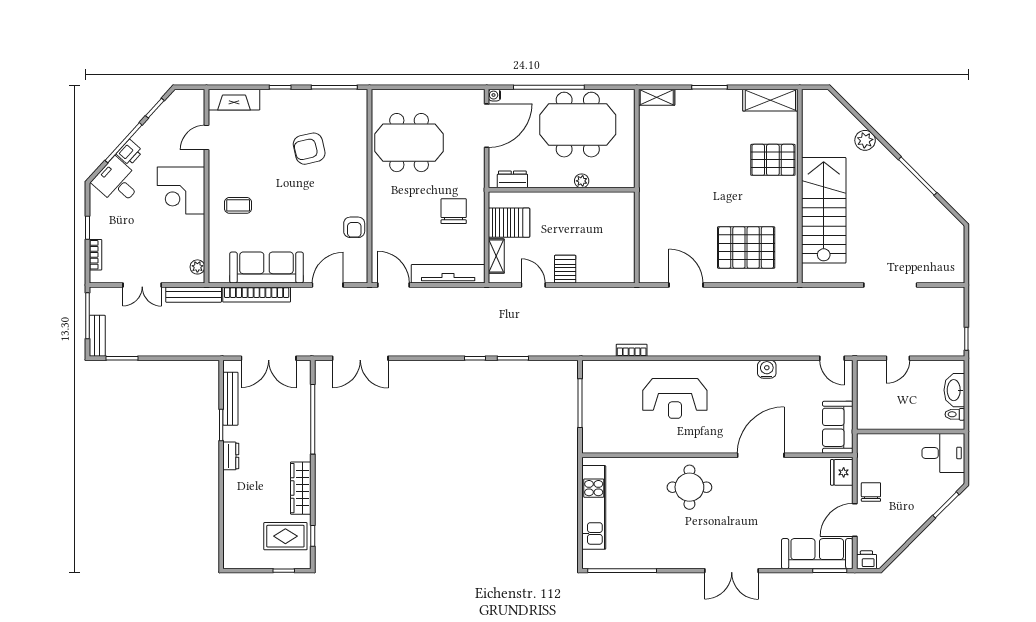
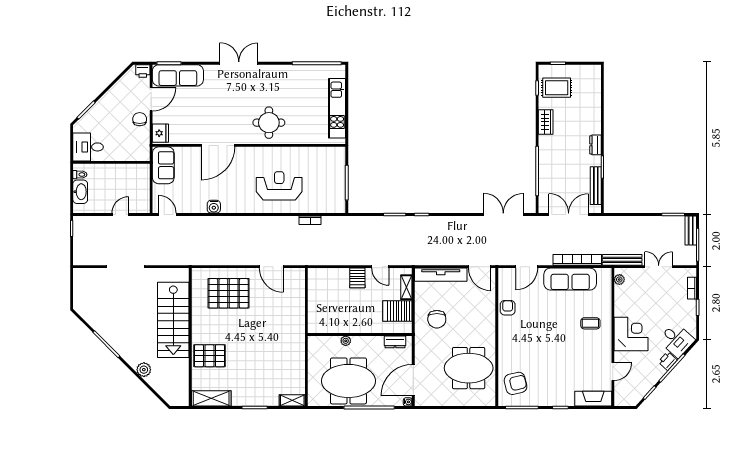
armchair: (309, 149) -> (516, 383), moved
wardrobe: (301, 488) -> (546, 122), width x0.67
chair: (871, 492) -> (140, 119), turned 180

